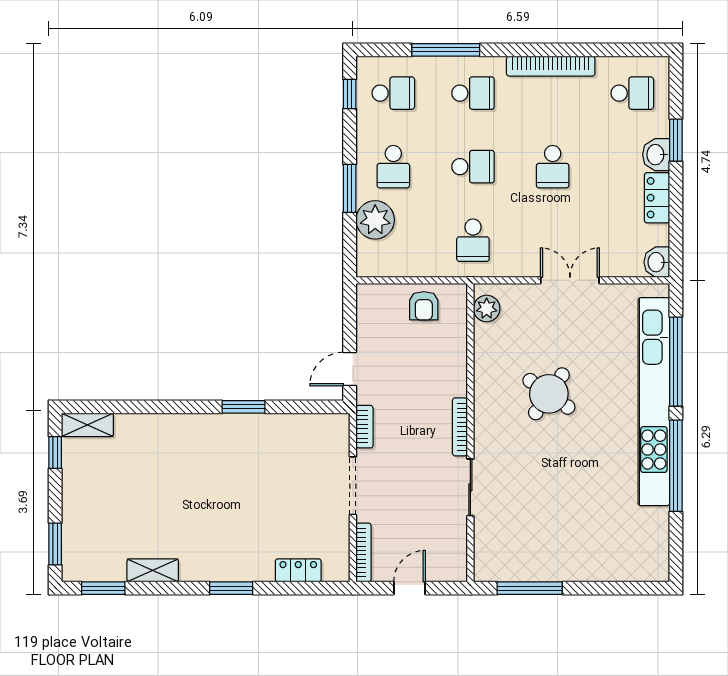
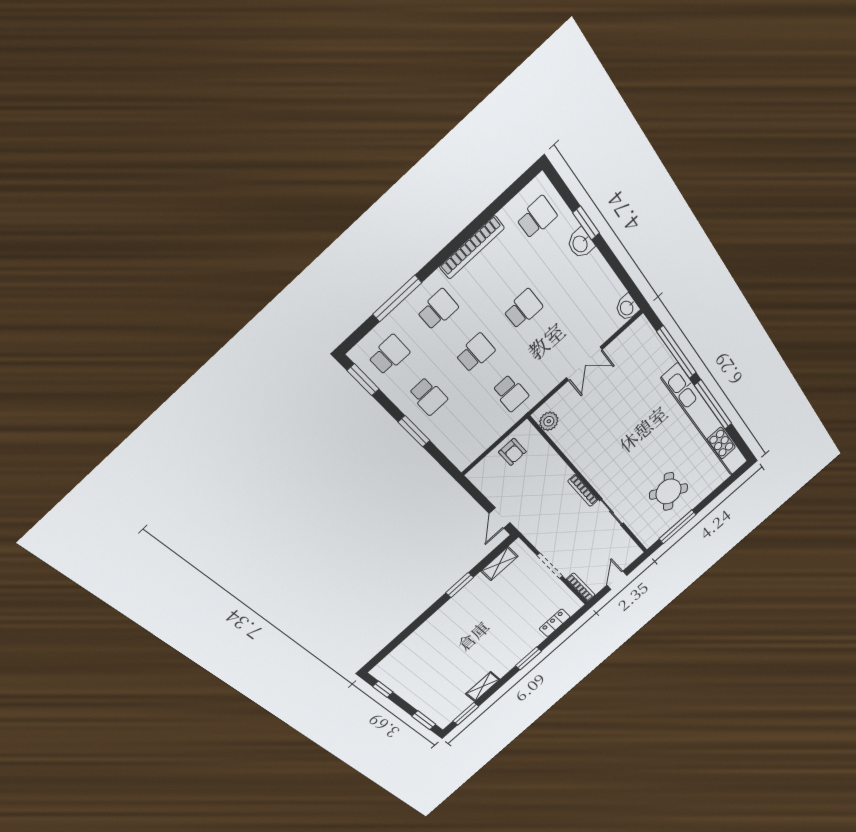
window: (350, 94) -> (363, 380), width x1.50
school desk: (553, 167) -> (523, 309), turned -90
locker: (657, 198) -> (600, 270), removed
plant: (375, 220) -> (445, 434), removed
double door: (570, 280) -> (584, 364), swing flipped
round table: (549, 394) -> (669, 492), moved
kitchen unit: (654, 402) -> (706, 421), moved
shelving: (87, 425) -> (499, 564), moved
bookcase: (365, 427) -> (532, 536), removed

